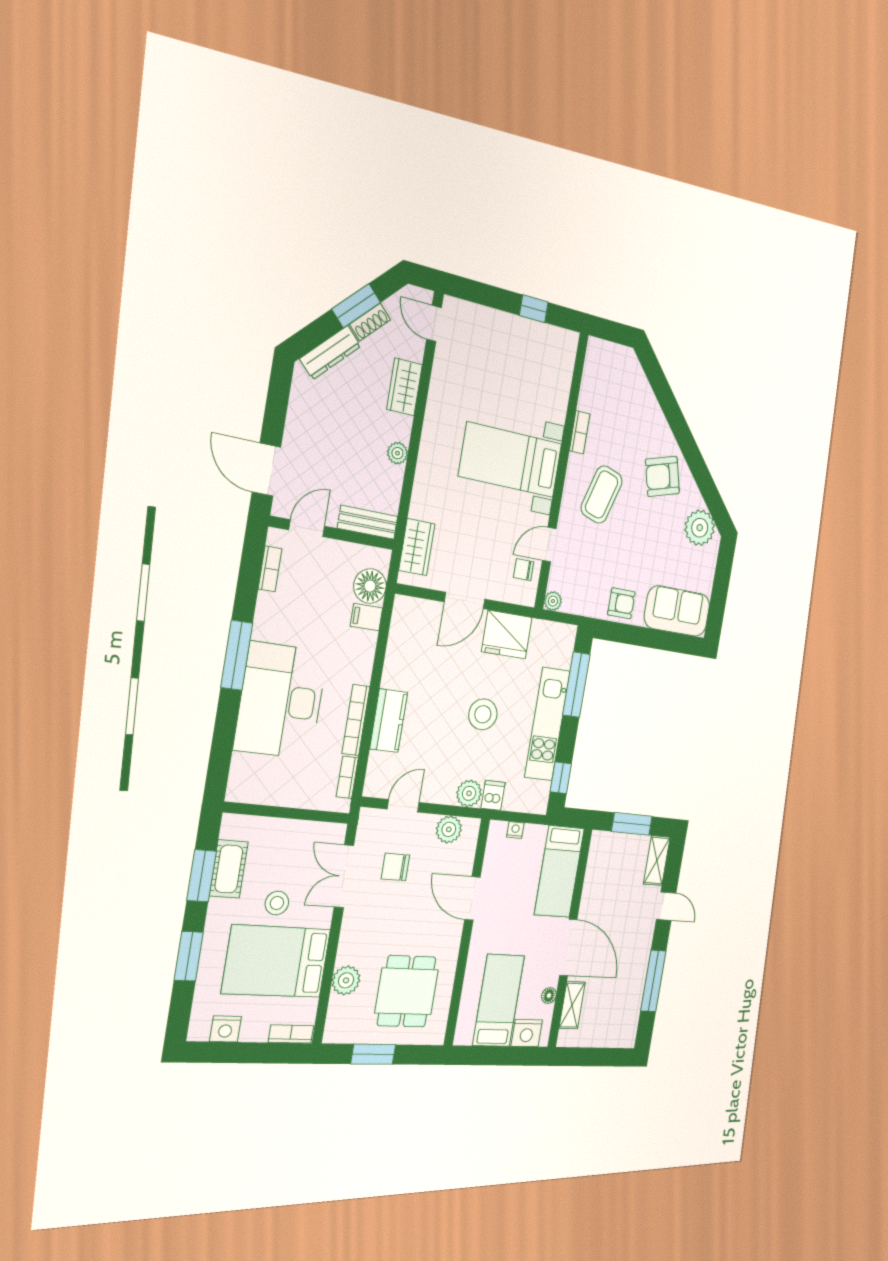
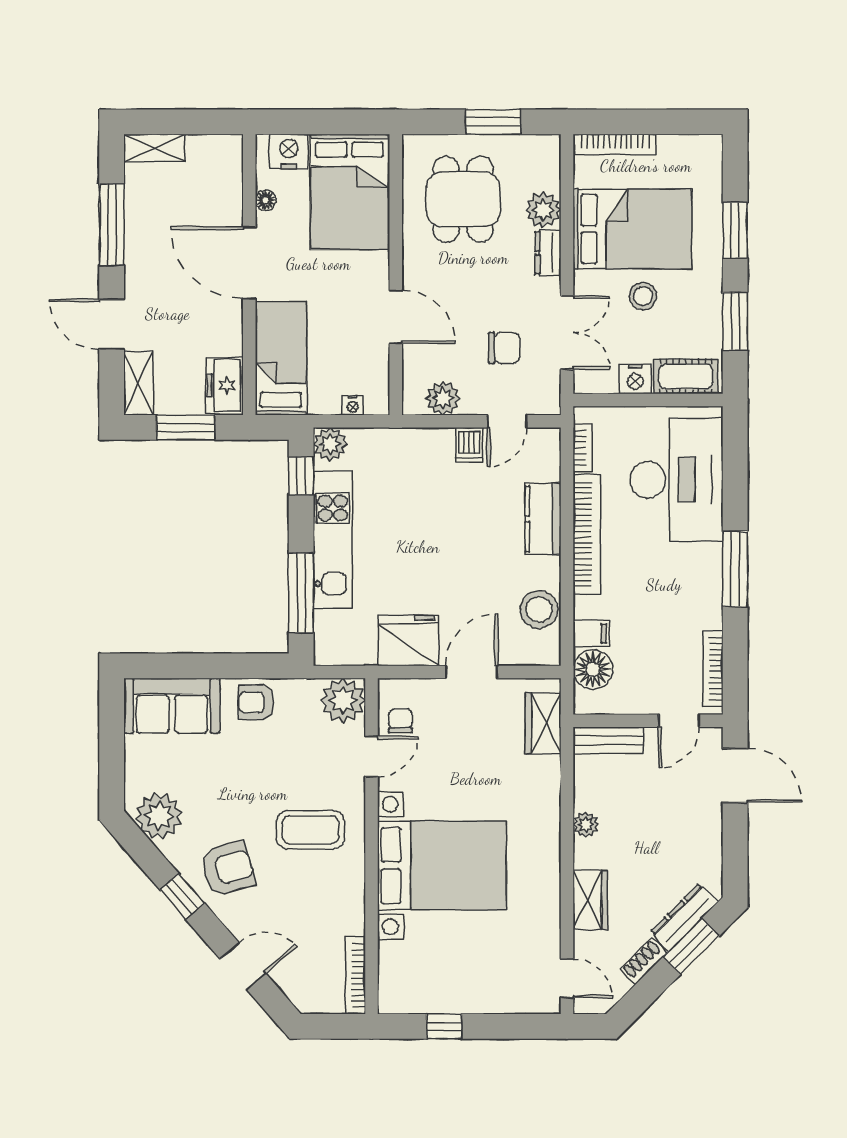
window: (356, 306) -> (691, 946), moved
door: (665, 397) -> (243, 966), added
bookcase: (580, 432) -> (355, 976), moved, width x1.56
bed with nightstands: (511, 460) -> (442, 866), width x1.36
window: (696, 462) -> (182, 896), added
coffee table: (602, 495) -> (310, 830), turned 73
bookcase: (270, 569) -> (713, 669), width x1.56
chair: (524, 570) -> (400, 721), turned -90
plant: (553, 601) -> (343, 700), width x1.87, depth x1.87
desk: (281, 701) -> (677, 480), moved
stool: (483, 714) -> (539, 609), moved
bookcase: (356, 720) -> (587, 534), width x1.48, depth x1.31
plant: (469, 793) -> (330, 444), moved
dishwasher: (493, 795) -> (469, 445), moved
freezer: (601, 854) -> (225, 385), added
cot: (229, 869) -> (686, 376), moved, turned 90
door: (666, 906) -> (112, 324), width x1.37
dresser: (348, 944) -> (548, 253), added
bed: (499, 1001) -> (349, 192), width x1.50
shelving: (572, 1005) -> (154, 148), moved, turned 90
nightstand: (225, 1029) -> (635, 379), moved, turned 180
bookcase: (291, 1034) -> (615, 145), width x1.56

